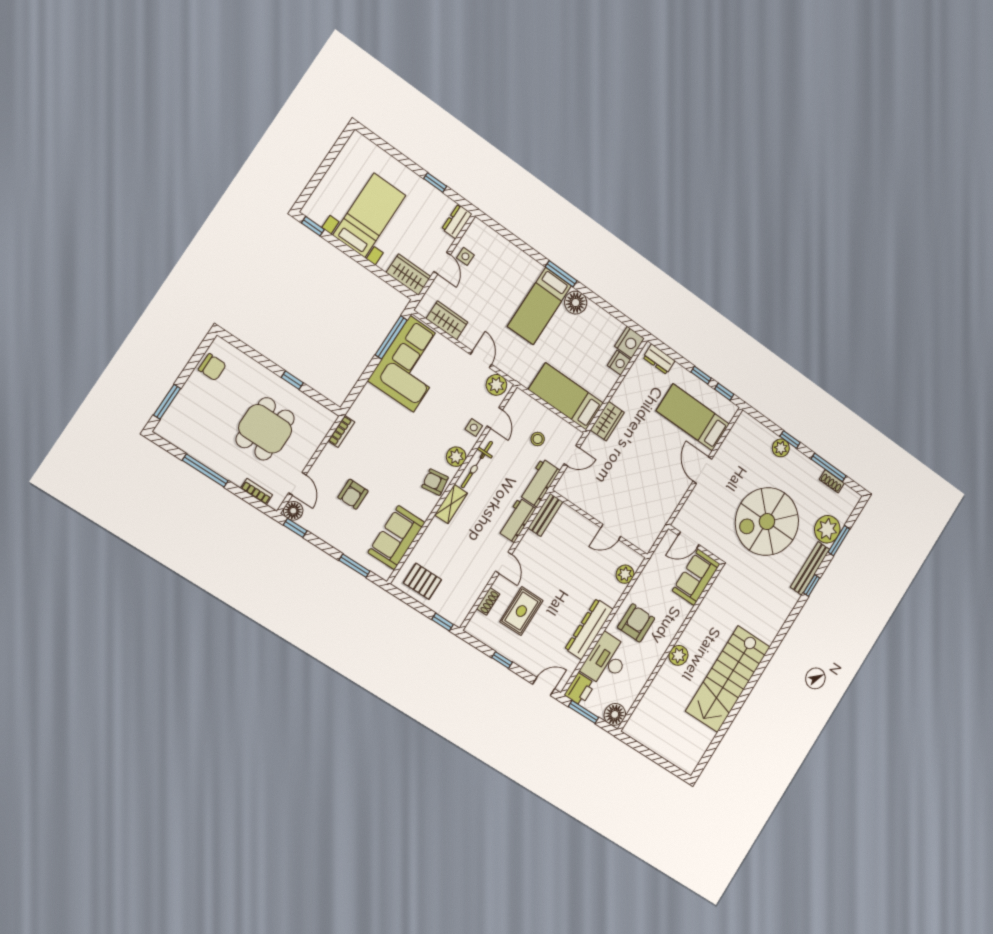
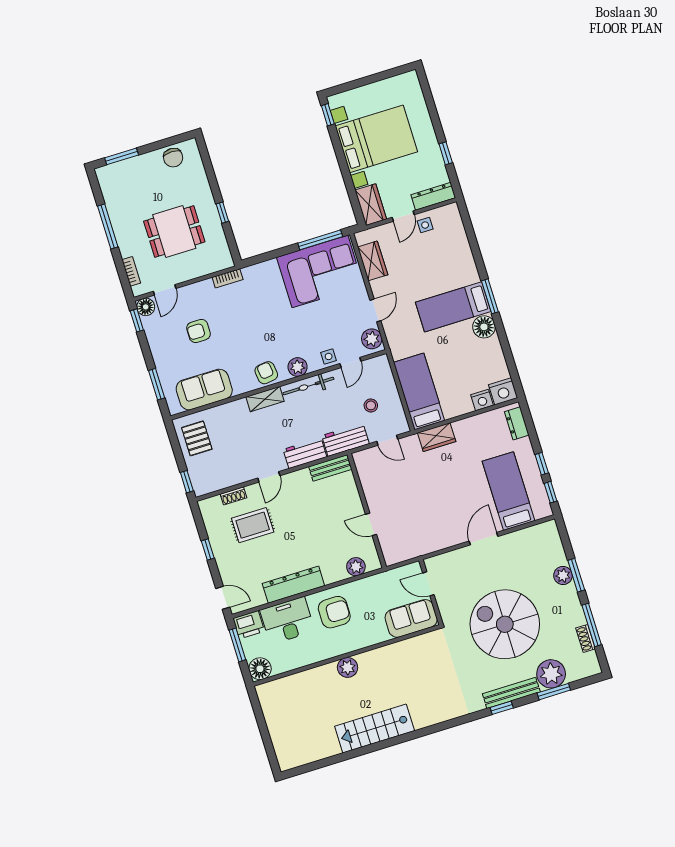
bed with nightstands: (369, 215) -> (376, 139), width x1.36
dresser: (457, 221) -> (433, 196), width x1.44
window: (790, 439) -> (576, 575), width x1.50
stairs: (728, 679) -> (375, 729), width x0.73, depth x0.66

